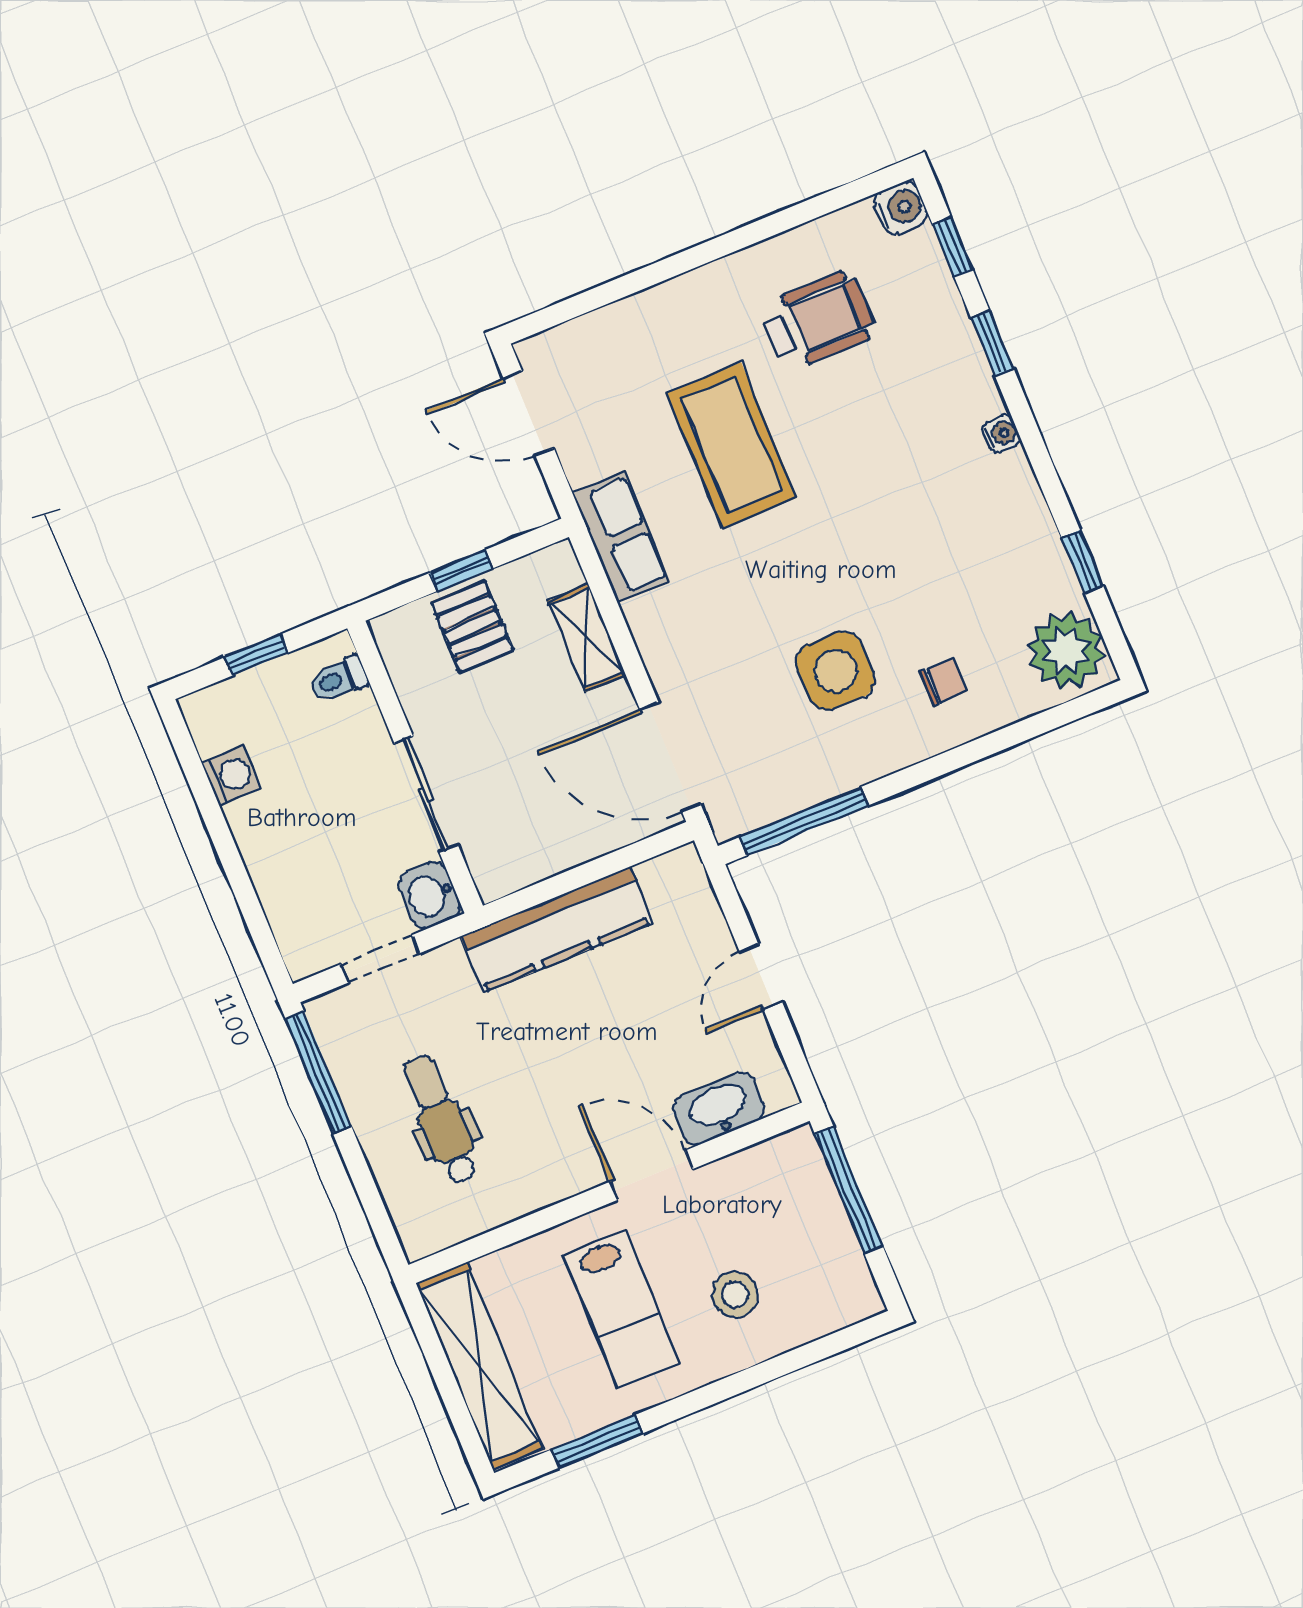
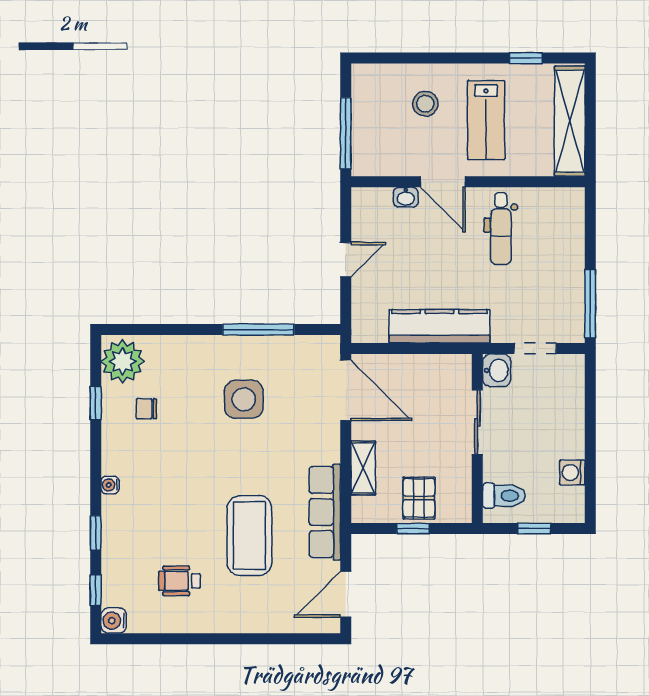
wheelchair: (818, 321) -> (179, 581), width x0.73, depth x0.73
door: (529, 413) -> (346, 594), swing flipped
row of seats: (621, 537) -> (325, 512), width x1.48
toilet: (338, 679) -> (504, 496), width x1.37, depth x1.39
chair: (943, 682) -> (146, 409), moved
window: (804, 821) -> (258, 330), moved
washbasin: (719, 1108) -> (406, 197), width x0.52, depth x0.69
dental chair: (441, 1119) -> (501, 229), moved
lab bench: (621, 1309) -> (486, 120), turned 180
window: (597, 1441) -> (526, 58), width x0.67

